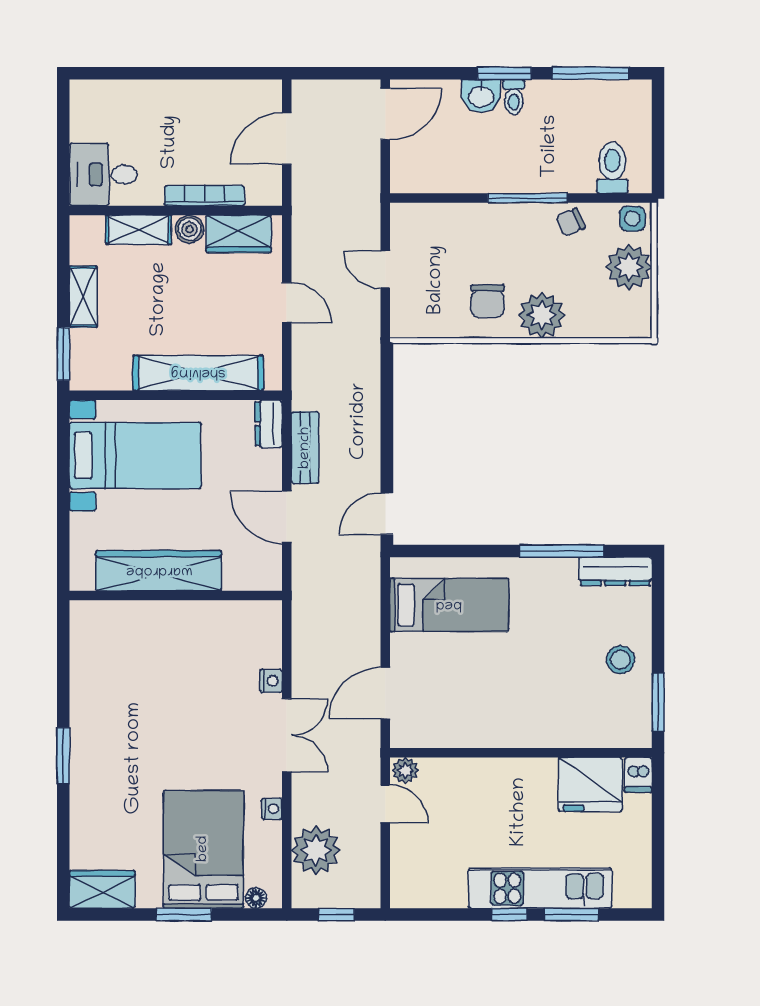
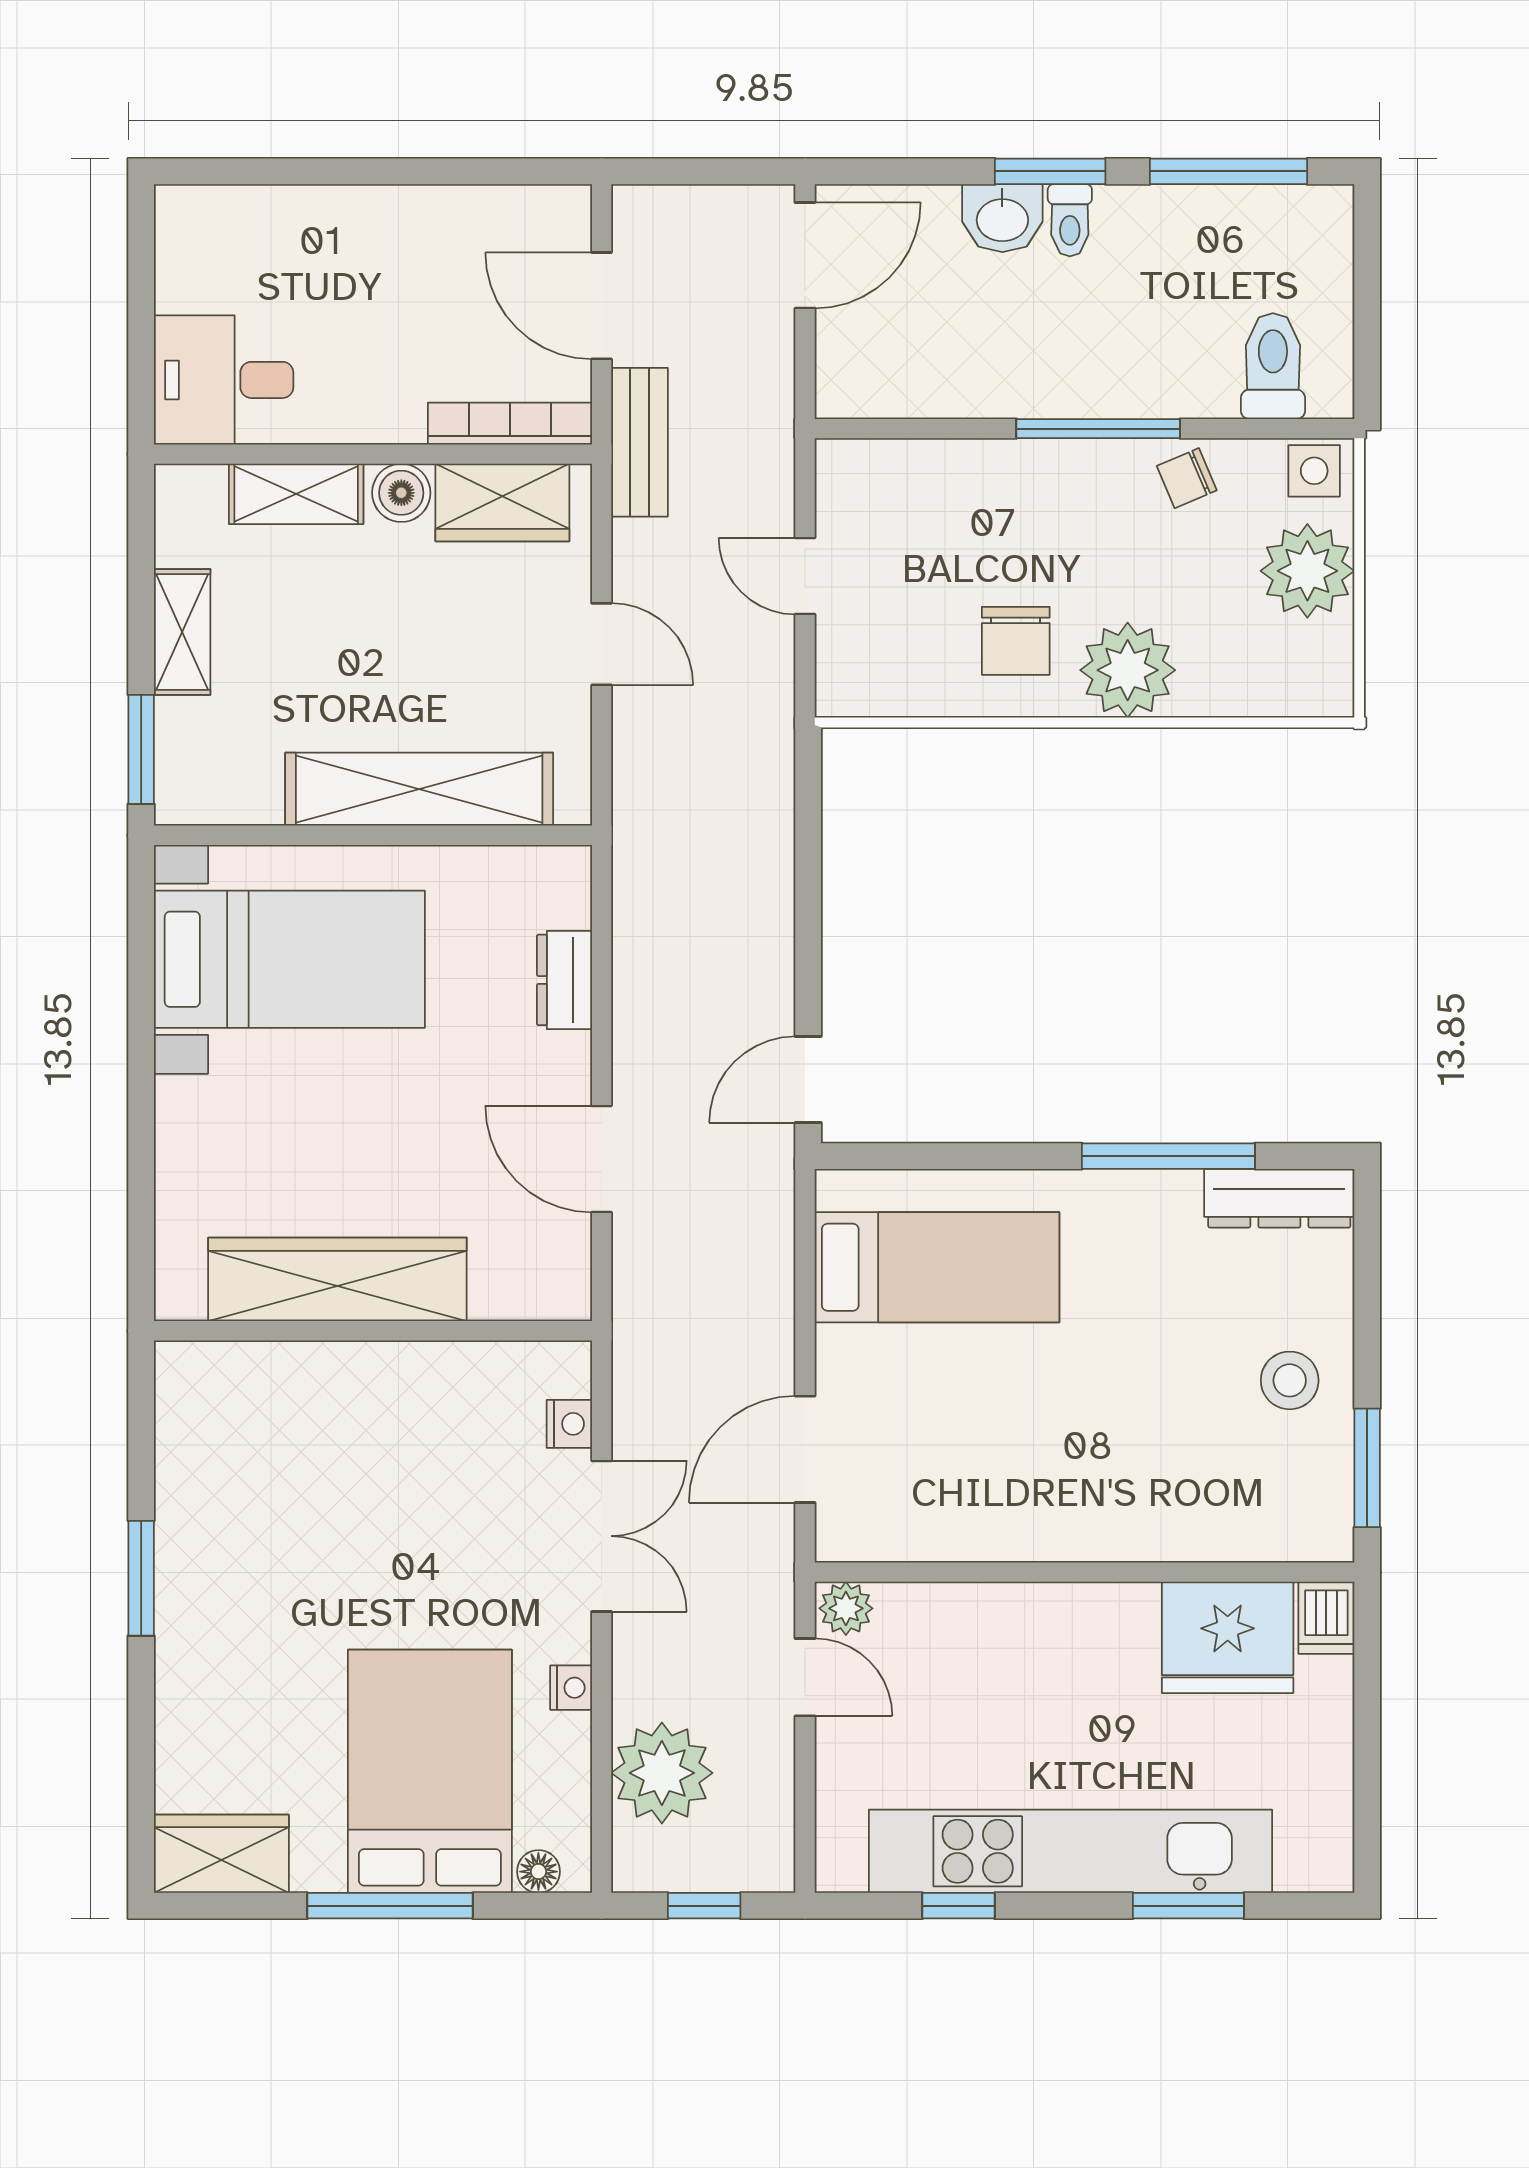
door: (287, 138) -> (602, 306), hinge flipped
bookcase: (204, 196) -> (510, 424), moved
dresser: (269, 424) -> (565, 980), moved
bench: (305, 448) -> (640, 442), moved
door: (287, 517) -> (602, 1159), moved
wardrobe: (159, 571) -> (337, 1279), moved
wall: (176, 596) -> (373, 1331), moved
kitchen unit: (540, 888) -> (1070, 1851), width x1.36
window: (184, 915) -> (390, 1906), width x1.44
window: (509, 915) -> (958, 1906), moved

